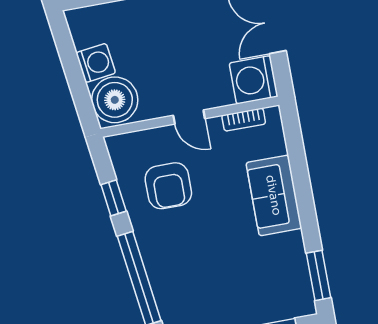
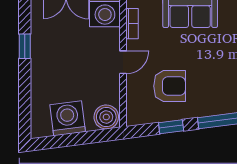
washing machine: (96, 63) -> (68, 118), width x1.37, depth x1.37
boiler: (115, 100) -> (106, 117), width x0.73, depth x0.73

